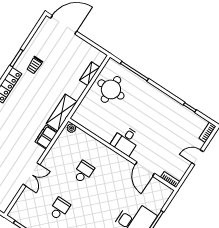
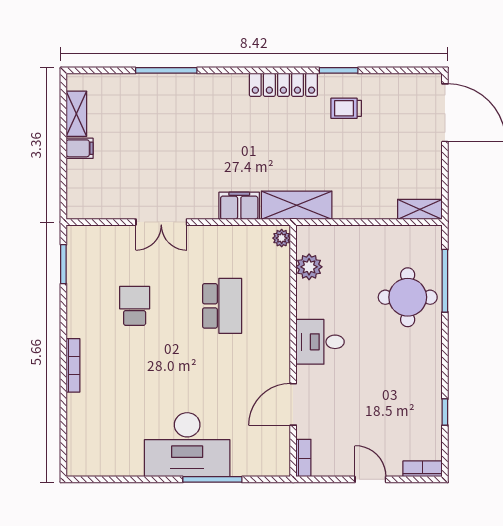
shelving: (90, 74) -> (420, 209), moved
round table: (111, 89) -> (408, 297), moved
plant: (91, 124) -> (309, 267), added
school desk: (84, 172) -> (222, 306), width x1.85
school desk: (59, 209) -> (135, 306), turned -90

